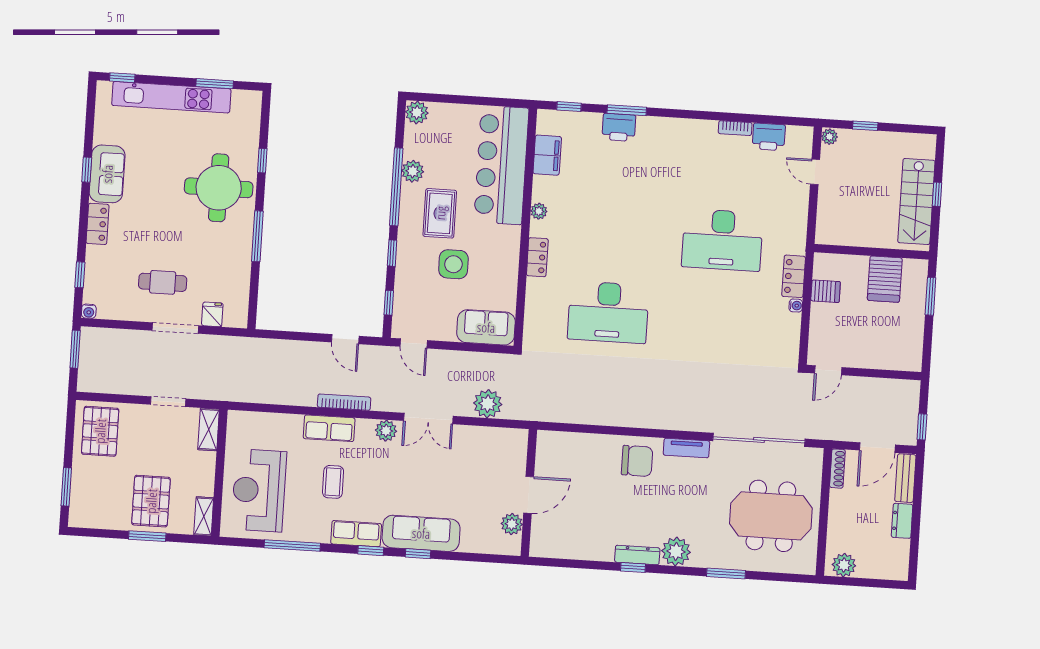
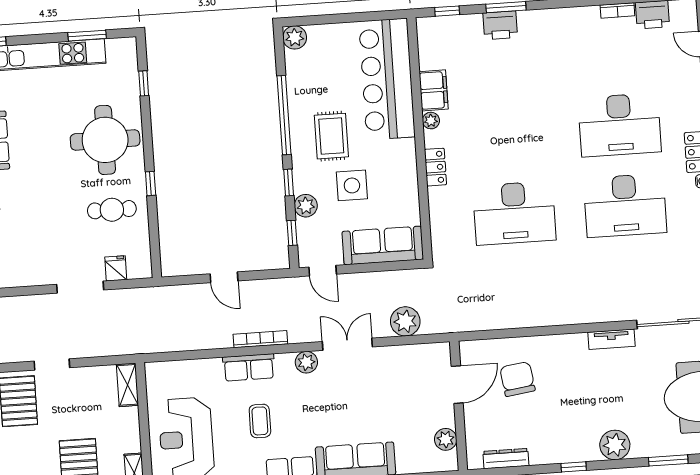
filing cabinet: (547, 155) -> (434, 90), moved
window: (262, 161) -> (144, 83), moved
plant: (413, 171) -> (306, 206), moved
window: (257, 236) -> (151, 184), width x0.46
cafe table: (163, 282) -> (112, 210), moved
desk: (717, 319) -> (625, 205), added
sofa: (486, 327) -> (383, 245), width x1.36
door: (345, 339) -> (224, 277), moved
doorway: (168, 402) -> (52, 364), moved
double door: (428, 418) -> (347, 344), swing flipped
chair: (637, 461) -> (517, 379), moved, turned -98
door: (529, 495) -> (457, 385), moved
dresser: (637, 555) -> (506, 459), moved

